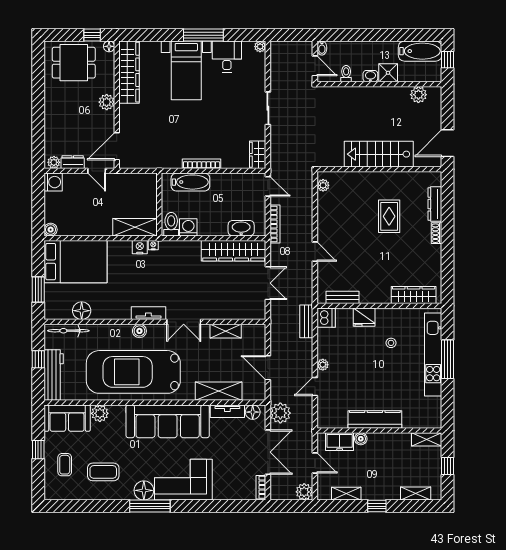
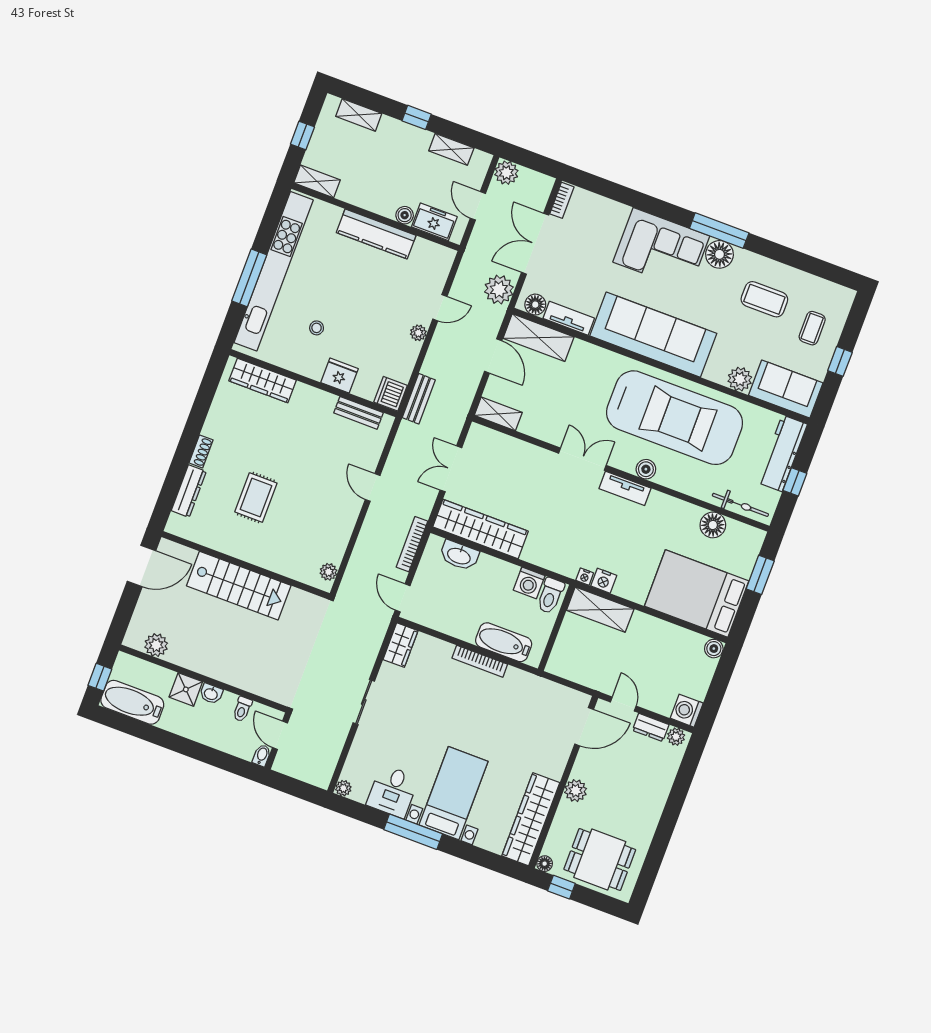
shelving: (226, 331) -> (498, 414), moved
kitchen unit: (433, 354) -> (274, 271), width x1.36
shelving: (219, 391) -> (539, 338), moved

